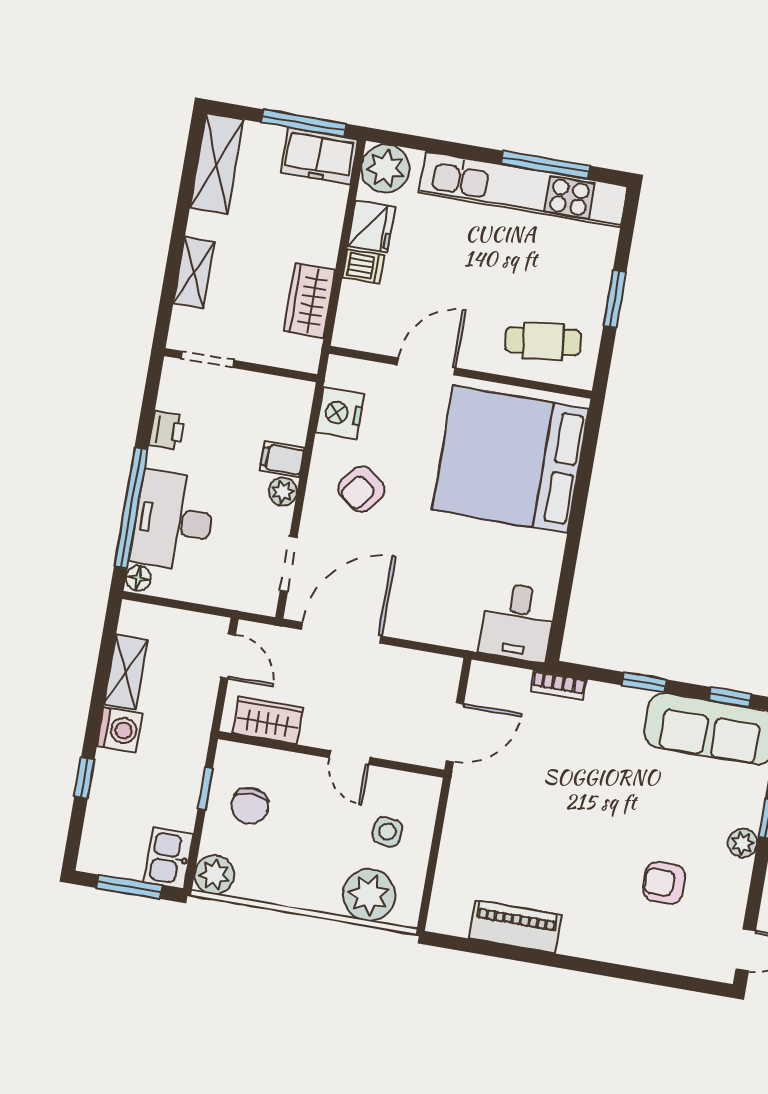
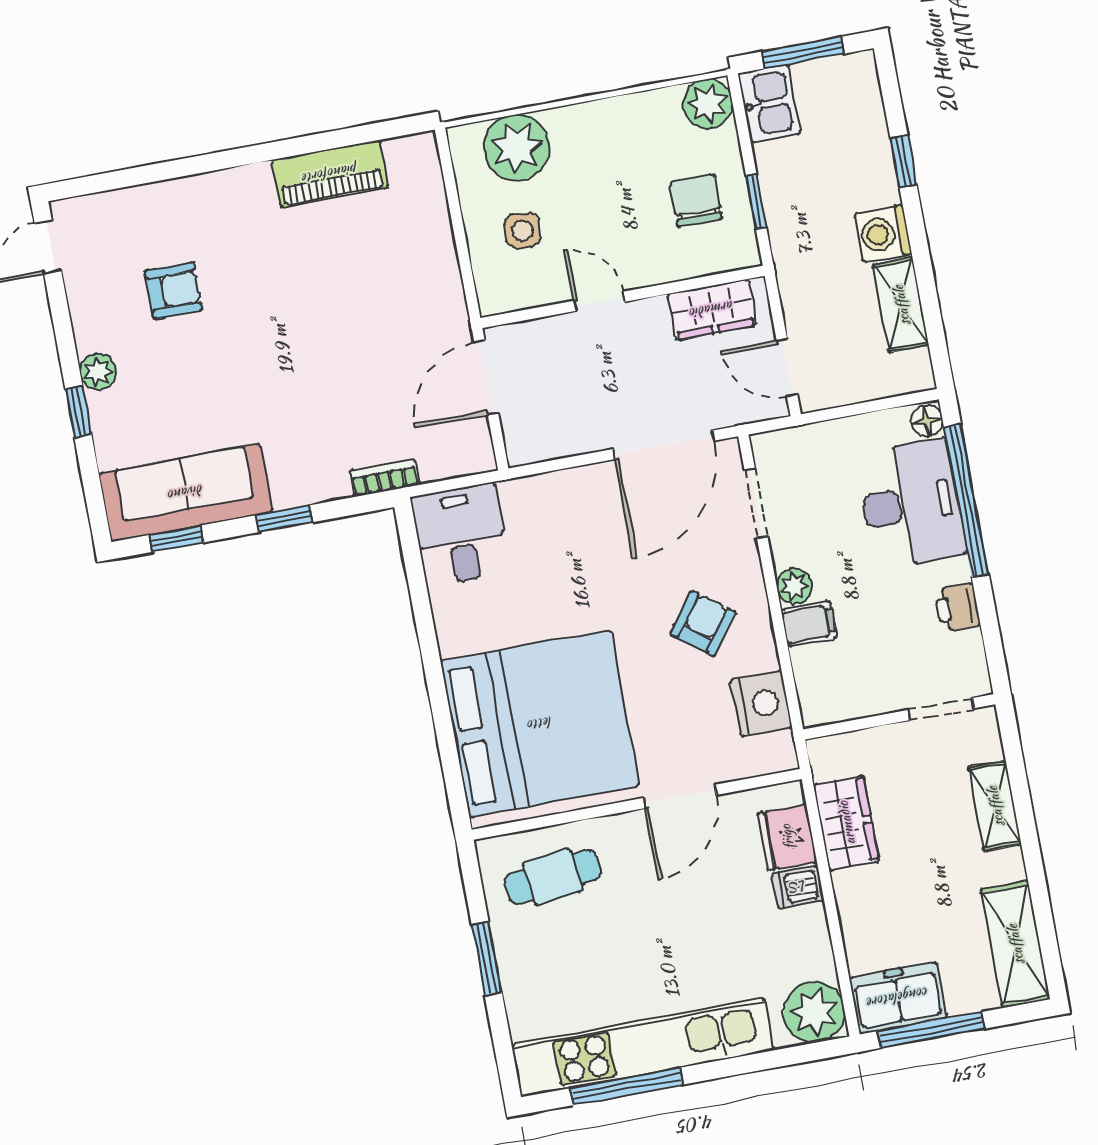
fridge: (371, 226) -> (787, 837), moved

